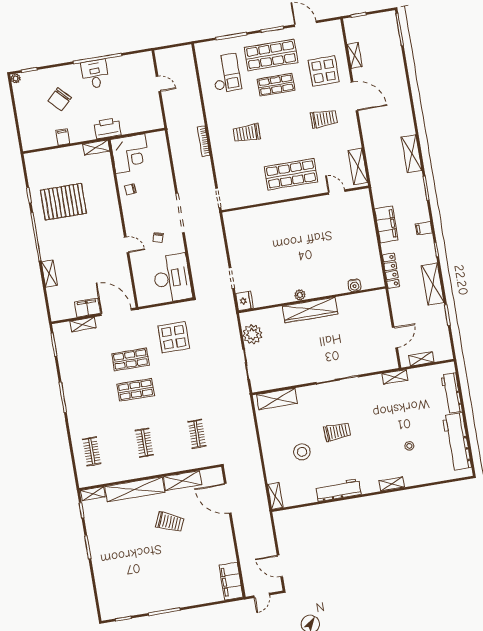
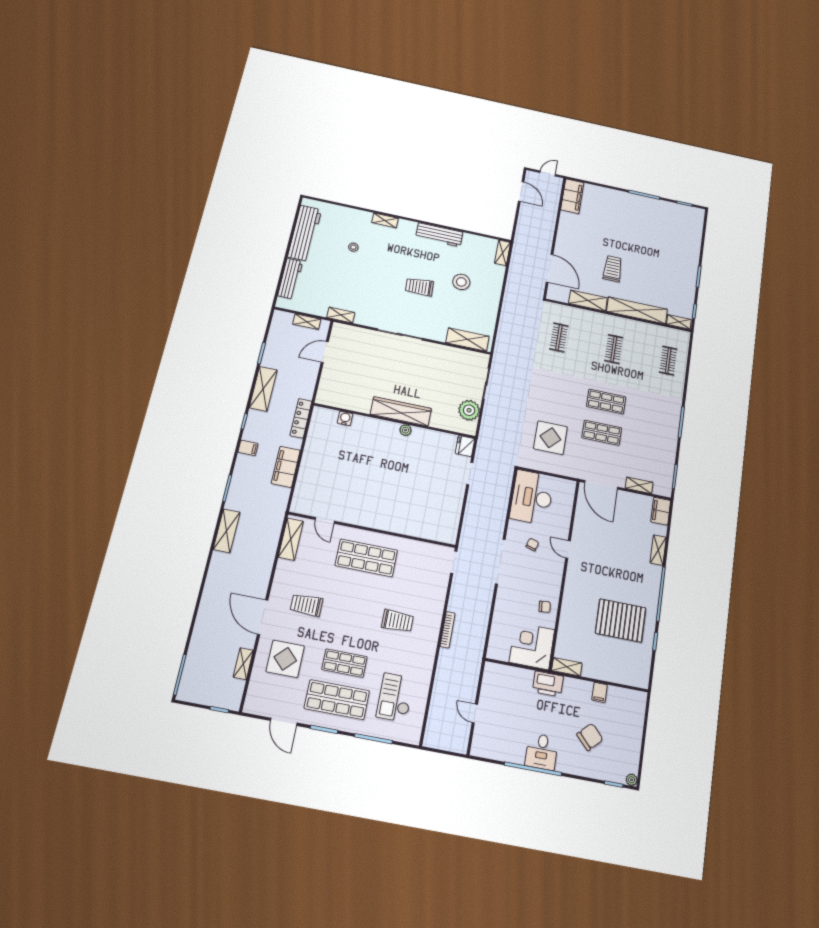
filing cabinet: (87, 308) -> (661, 511), moved, turned 90
trolley: (170, 522) -> (613, 269), turned 67

